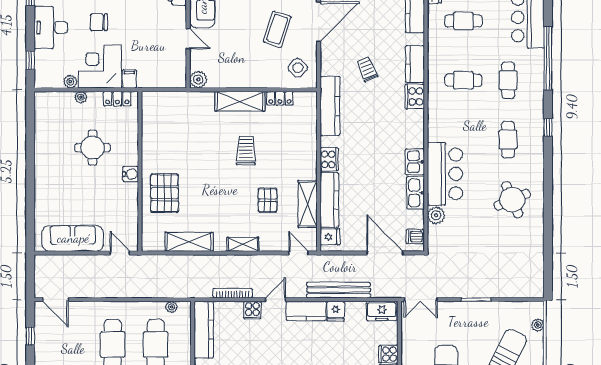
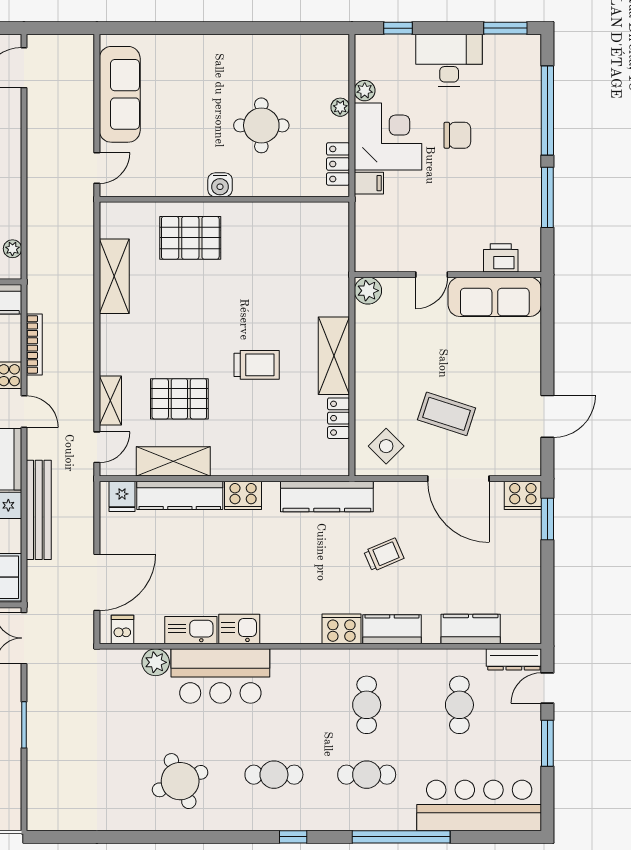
chair: (99, 22) -> (457, 135), turned 90
pallet: (268, 200) -> (179, 399), width x1.50, depth x1.42
shelving: (243, 244) -> (110, 400), moved

